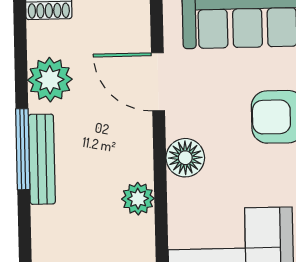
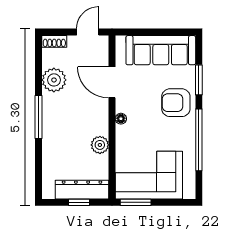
floor lamp: (185, 158) -> (121, 119), width x0.53, depth x0.53
bench: (42, 159) -> (49, 123), removed

